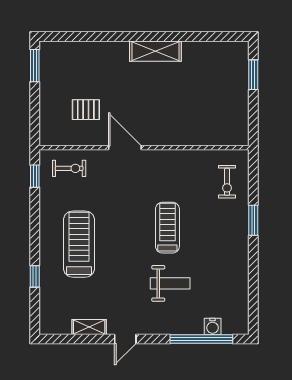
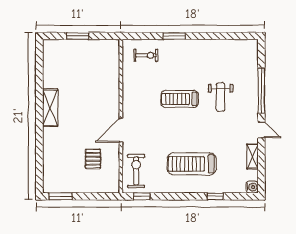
window: (253, 75) -> (78, 36), moved
exercise bike: (69, 168) -> (136, 171), width x1.38, depth x1.39
weight bench: (170, 283) -> (221, 97), turned 180
water cooler: (213, 326) -> (252, 187), moved
window: (201, 339) -> (261, 91), moved

